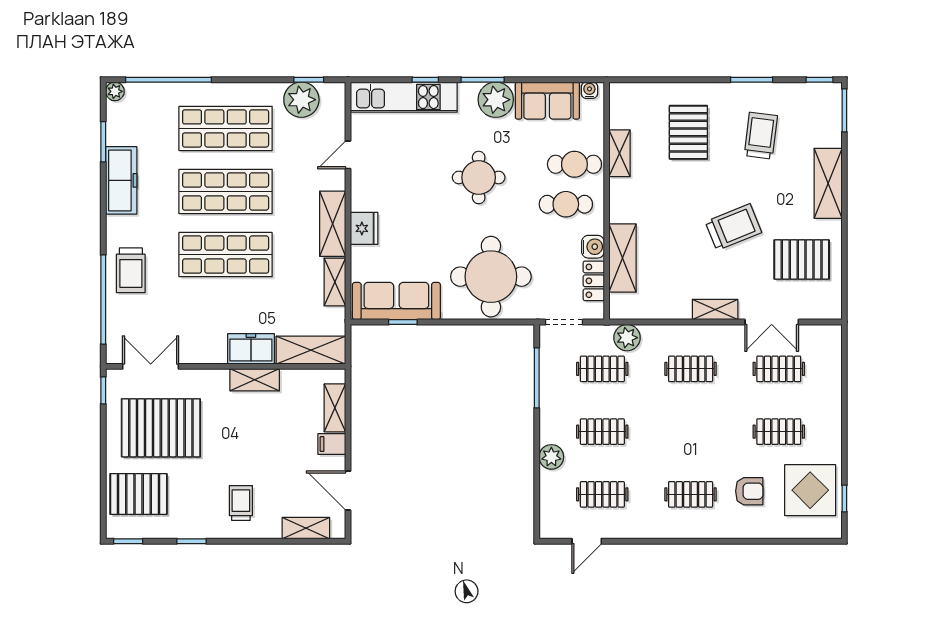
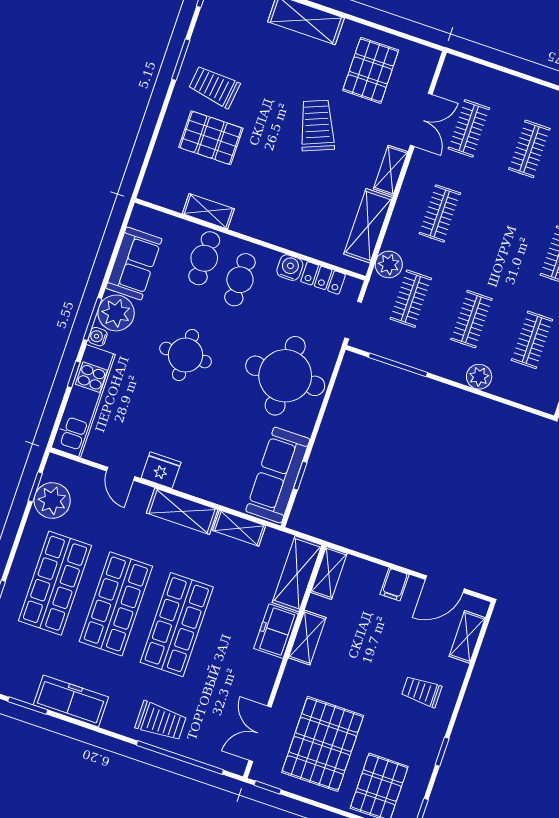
water cooler: (589, 90) -> (98, 337), moved
trolley: (761, 136) -> (214, 87), moved
fridge: (364, 228) -> (161, 470), moved
shelving: (623, 258) -> (368, 226), moved, turned 90
shelving: (335, 408) -> (329, 573), moved, turned 90

